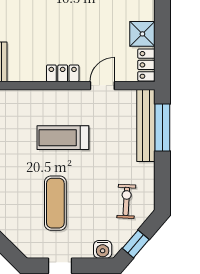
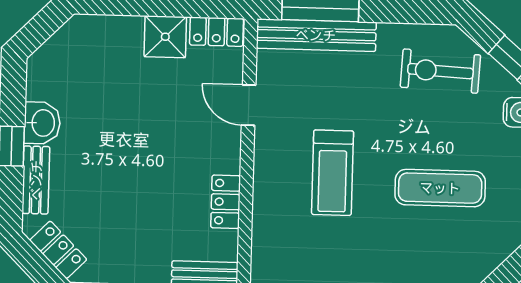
locker: (63, 73) -> (226, 202), moved
exercise bike: (126, 201) -> (440, 71), width x1.38, depth x1.39

